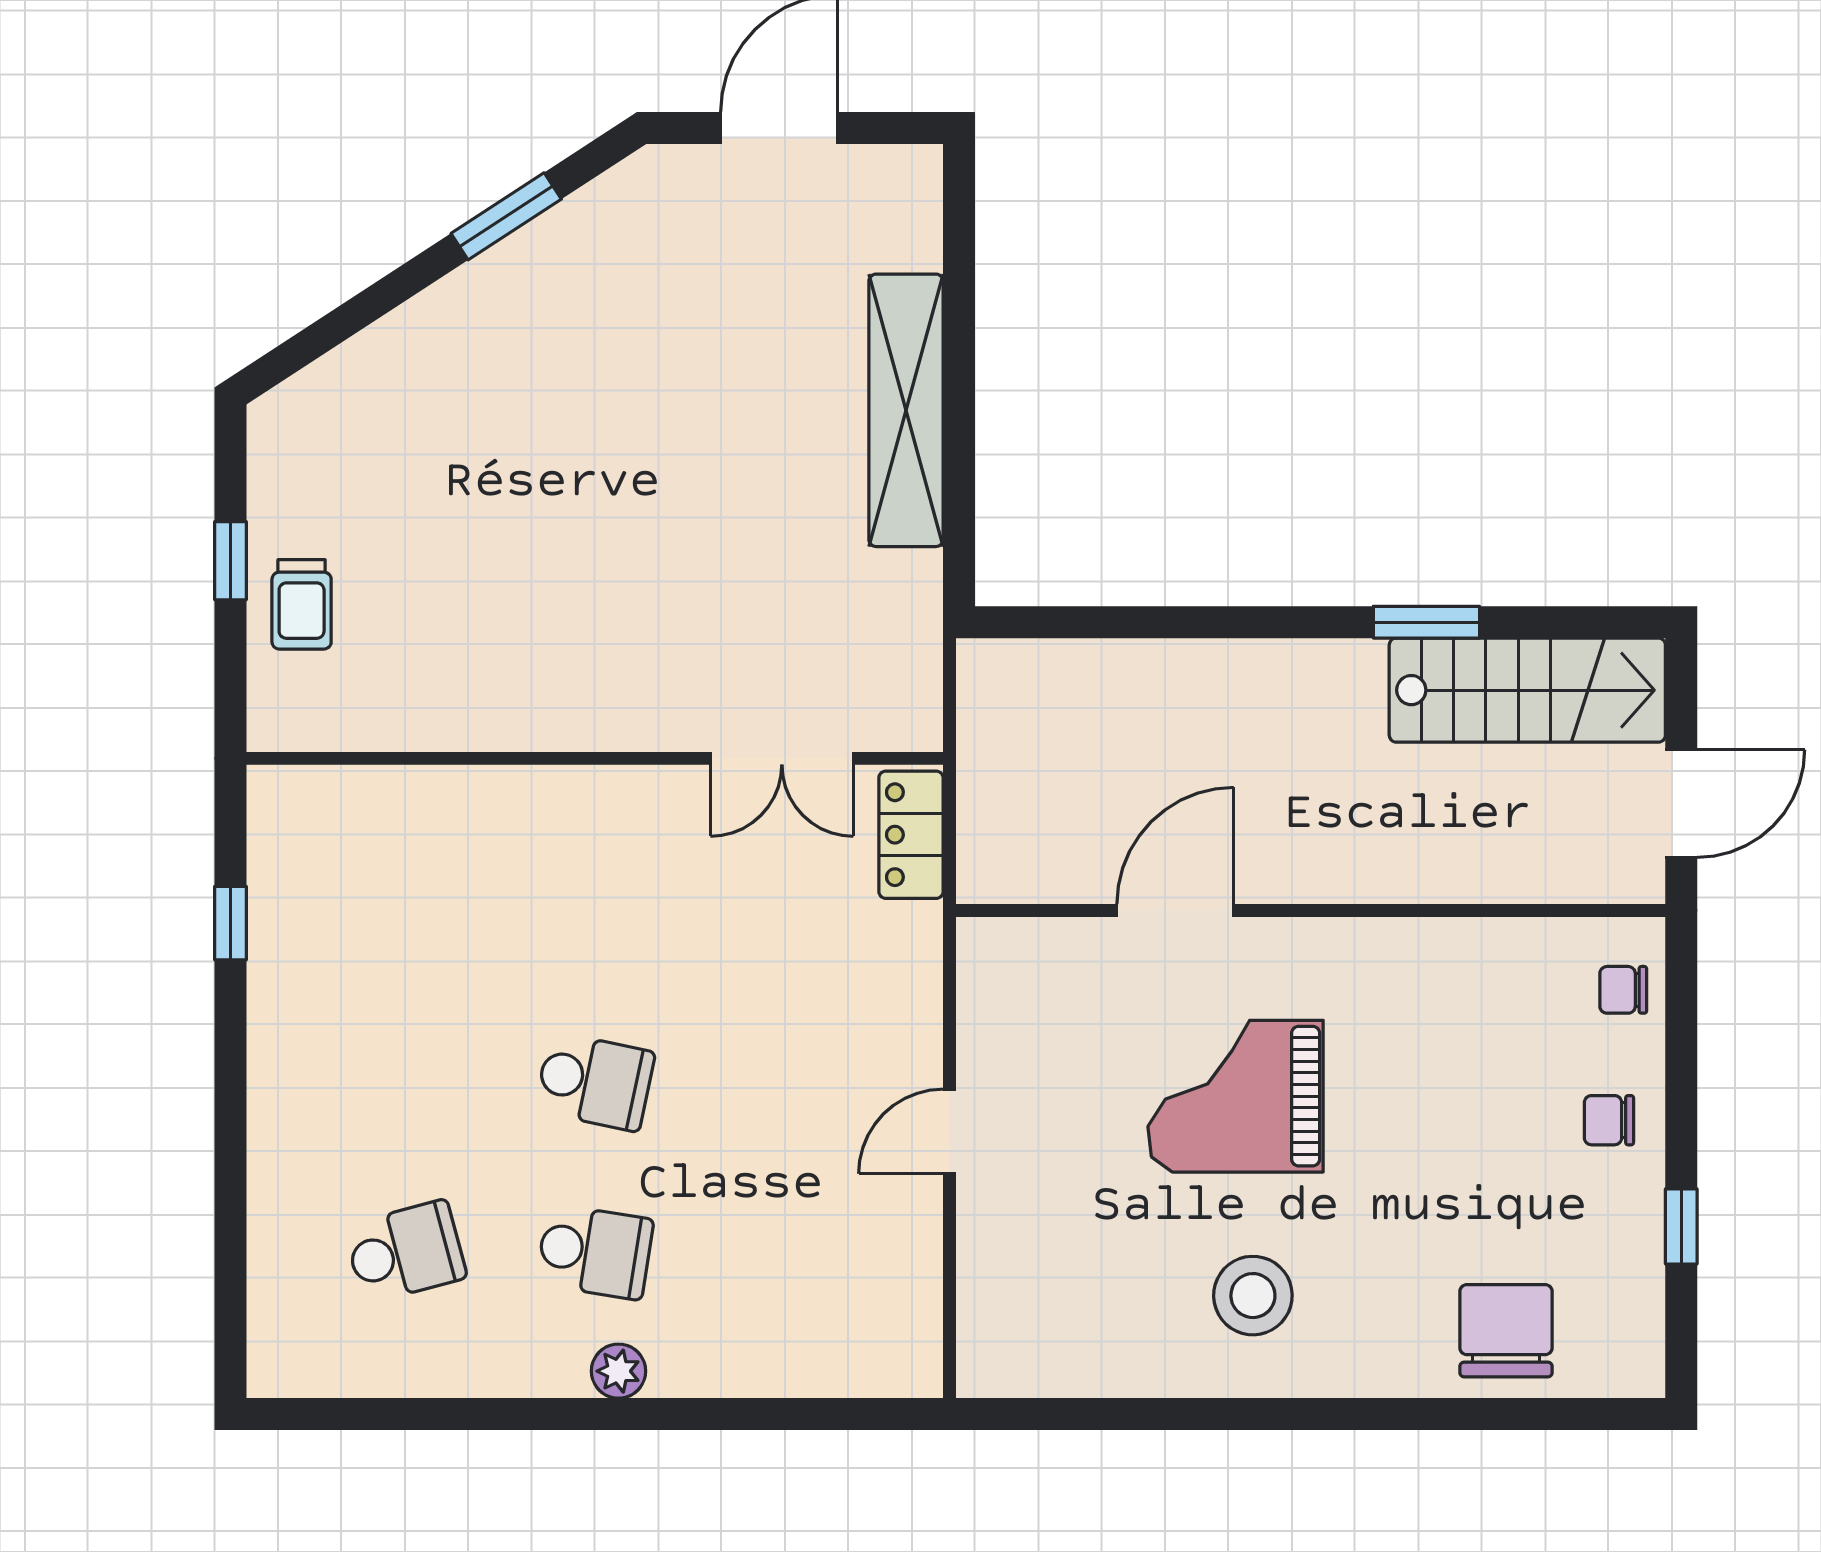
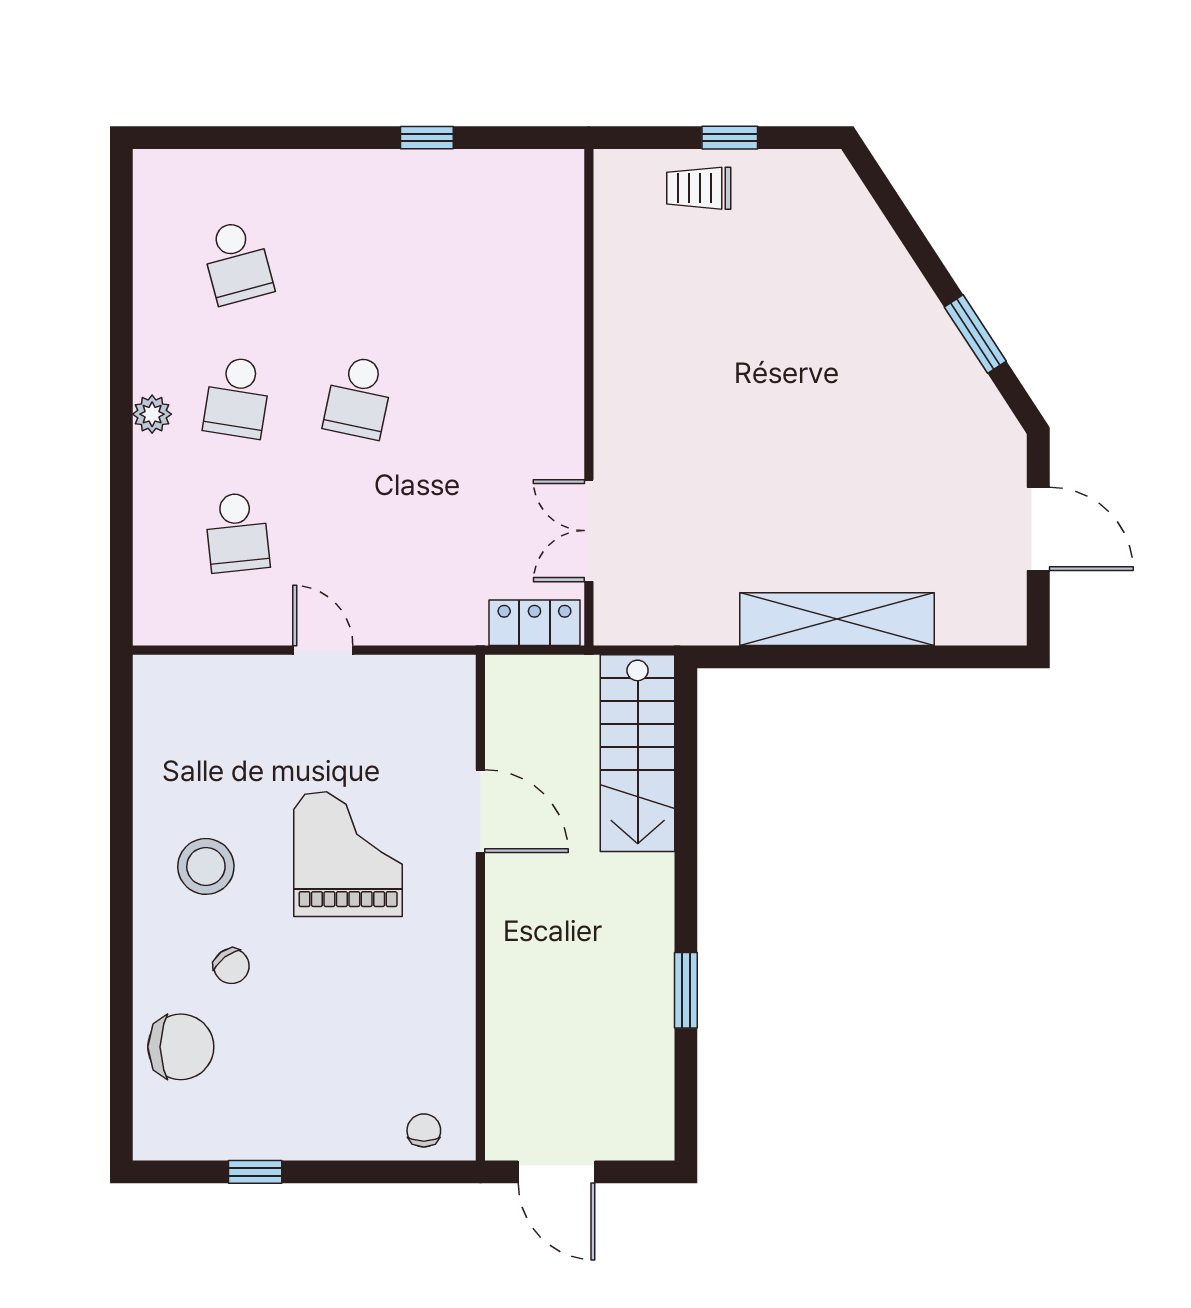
stairs: (1527, 690) -> (638, 753), moved
window: (230, 923) -> (427, 138), moved
chair: (1609, 1120) -> (231, 966), moved, turned 143
school desk: (784, 1252) -> (237, 532), added

